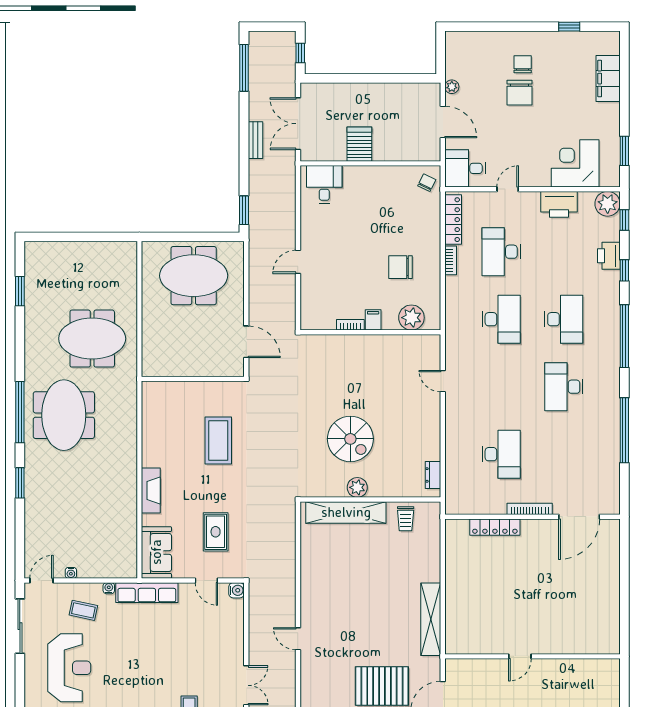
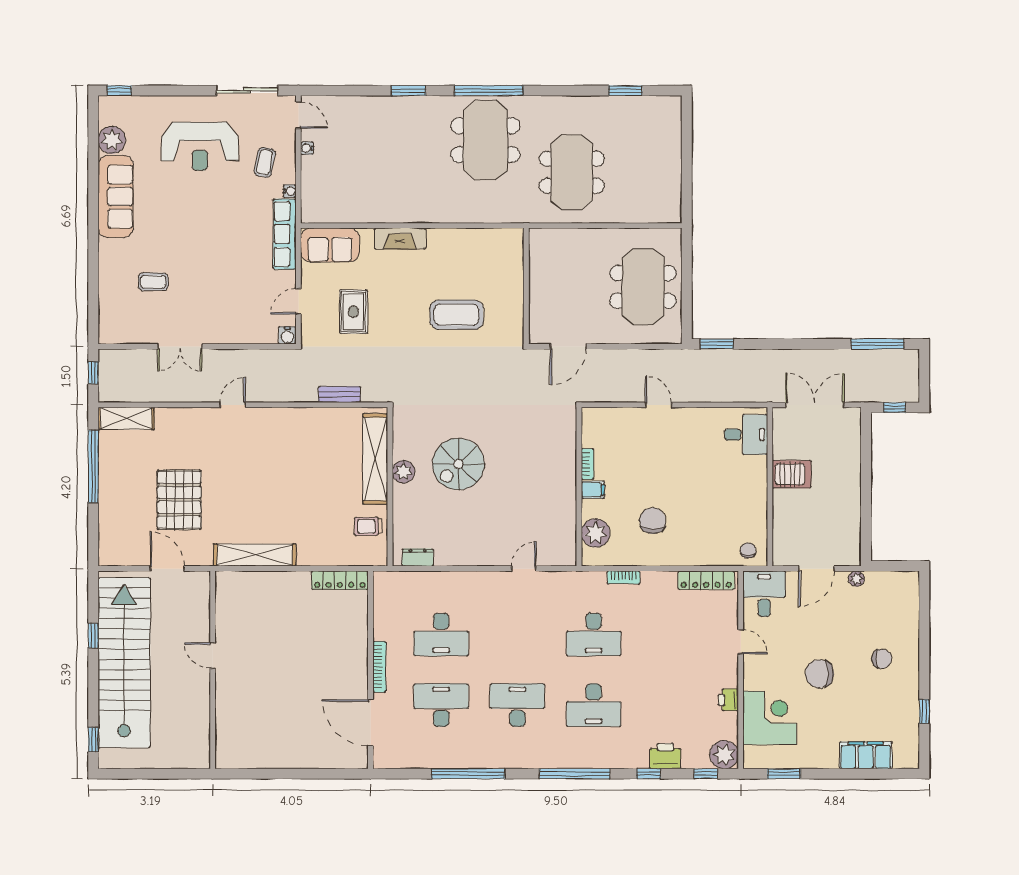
chair: (519, 93) -> (819, 674), moved
bench: (255, 140) -> (339, 394), moved
chair: (427, 183) -> (748, 550), turned -116
printer: (559, 204) -> (728, 700), width x0.53, depth x0.68
desk: (501, 252) -> (441, 705), moved
bookcase: (451, 260) -> (624, 577), moved
meeting table: (64, 415) -> (485, 140), turned 90
locker: (495, 527) -> (340, 580), moved, turned -90
rug: (216, 532) -> (353, 312), turned 90

